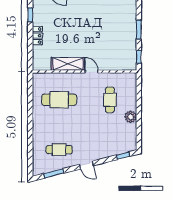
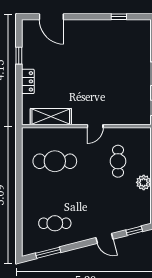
shelving: (68, 64) -> (51, 117), moved
door: (92, 72) -> (95, 126), swing flipped
door: (86, 165) -> (104, 238), moved

